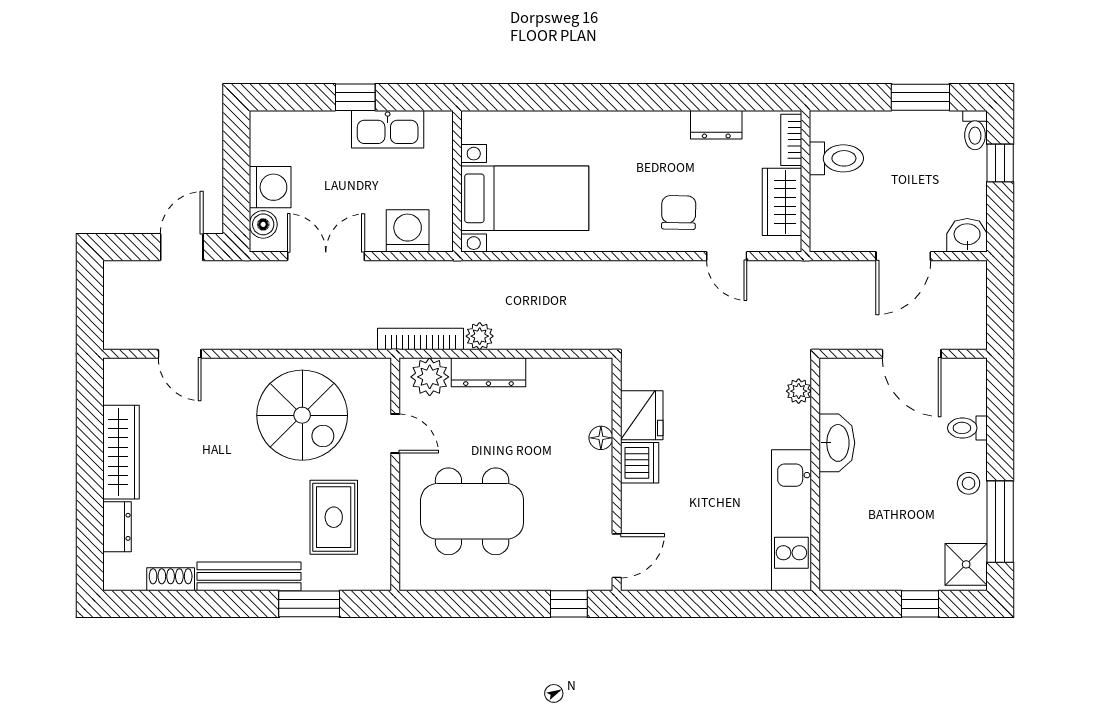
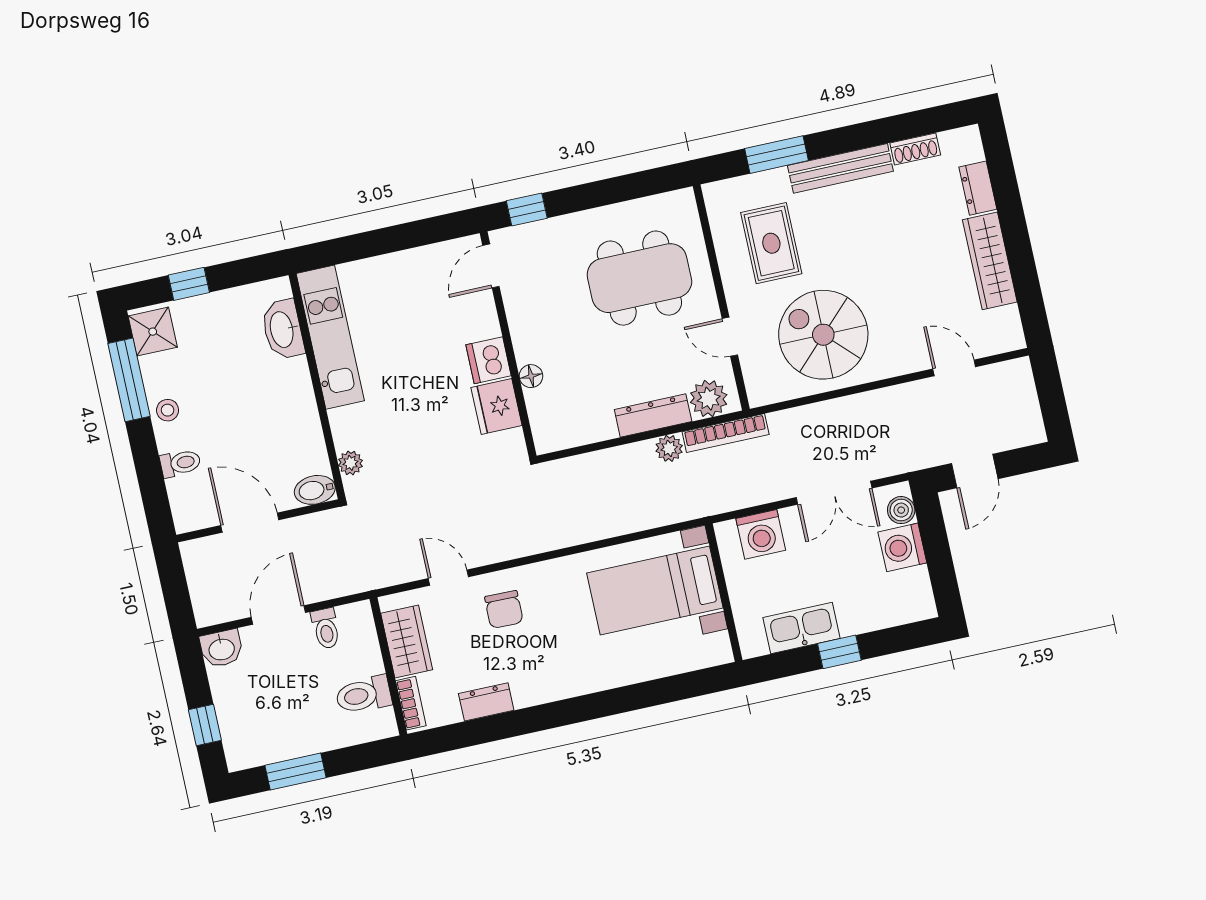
toilet: (975, 130) -> (326, 628), moved, turned 180
bidet: (840, 372) -> (315, 490), added
washbasin: (837, 443) -> (283, 329), moved

